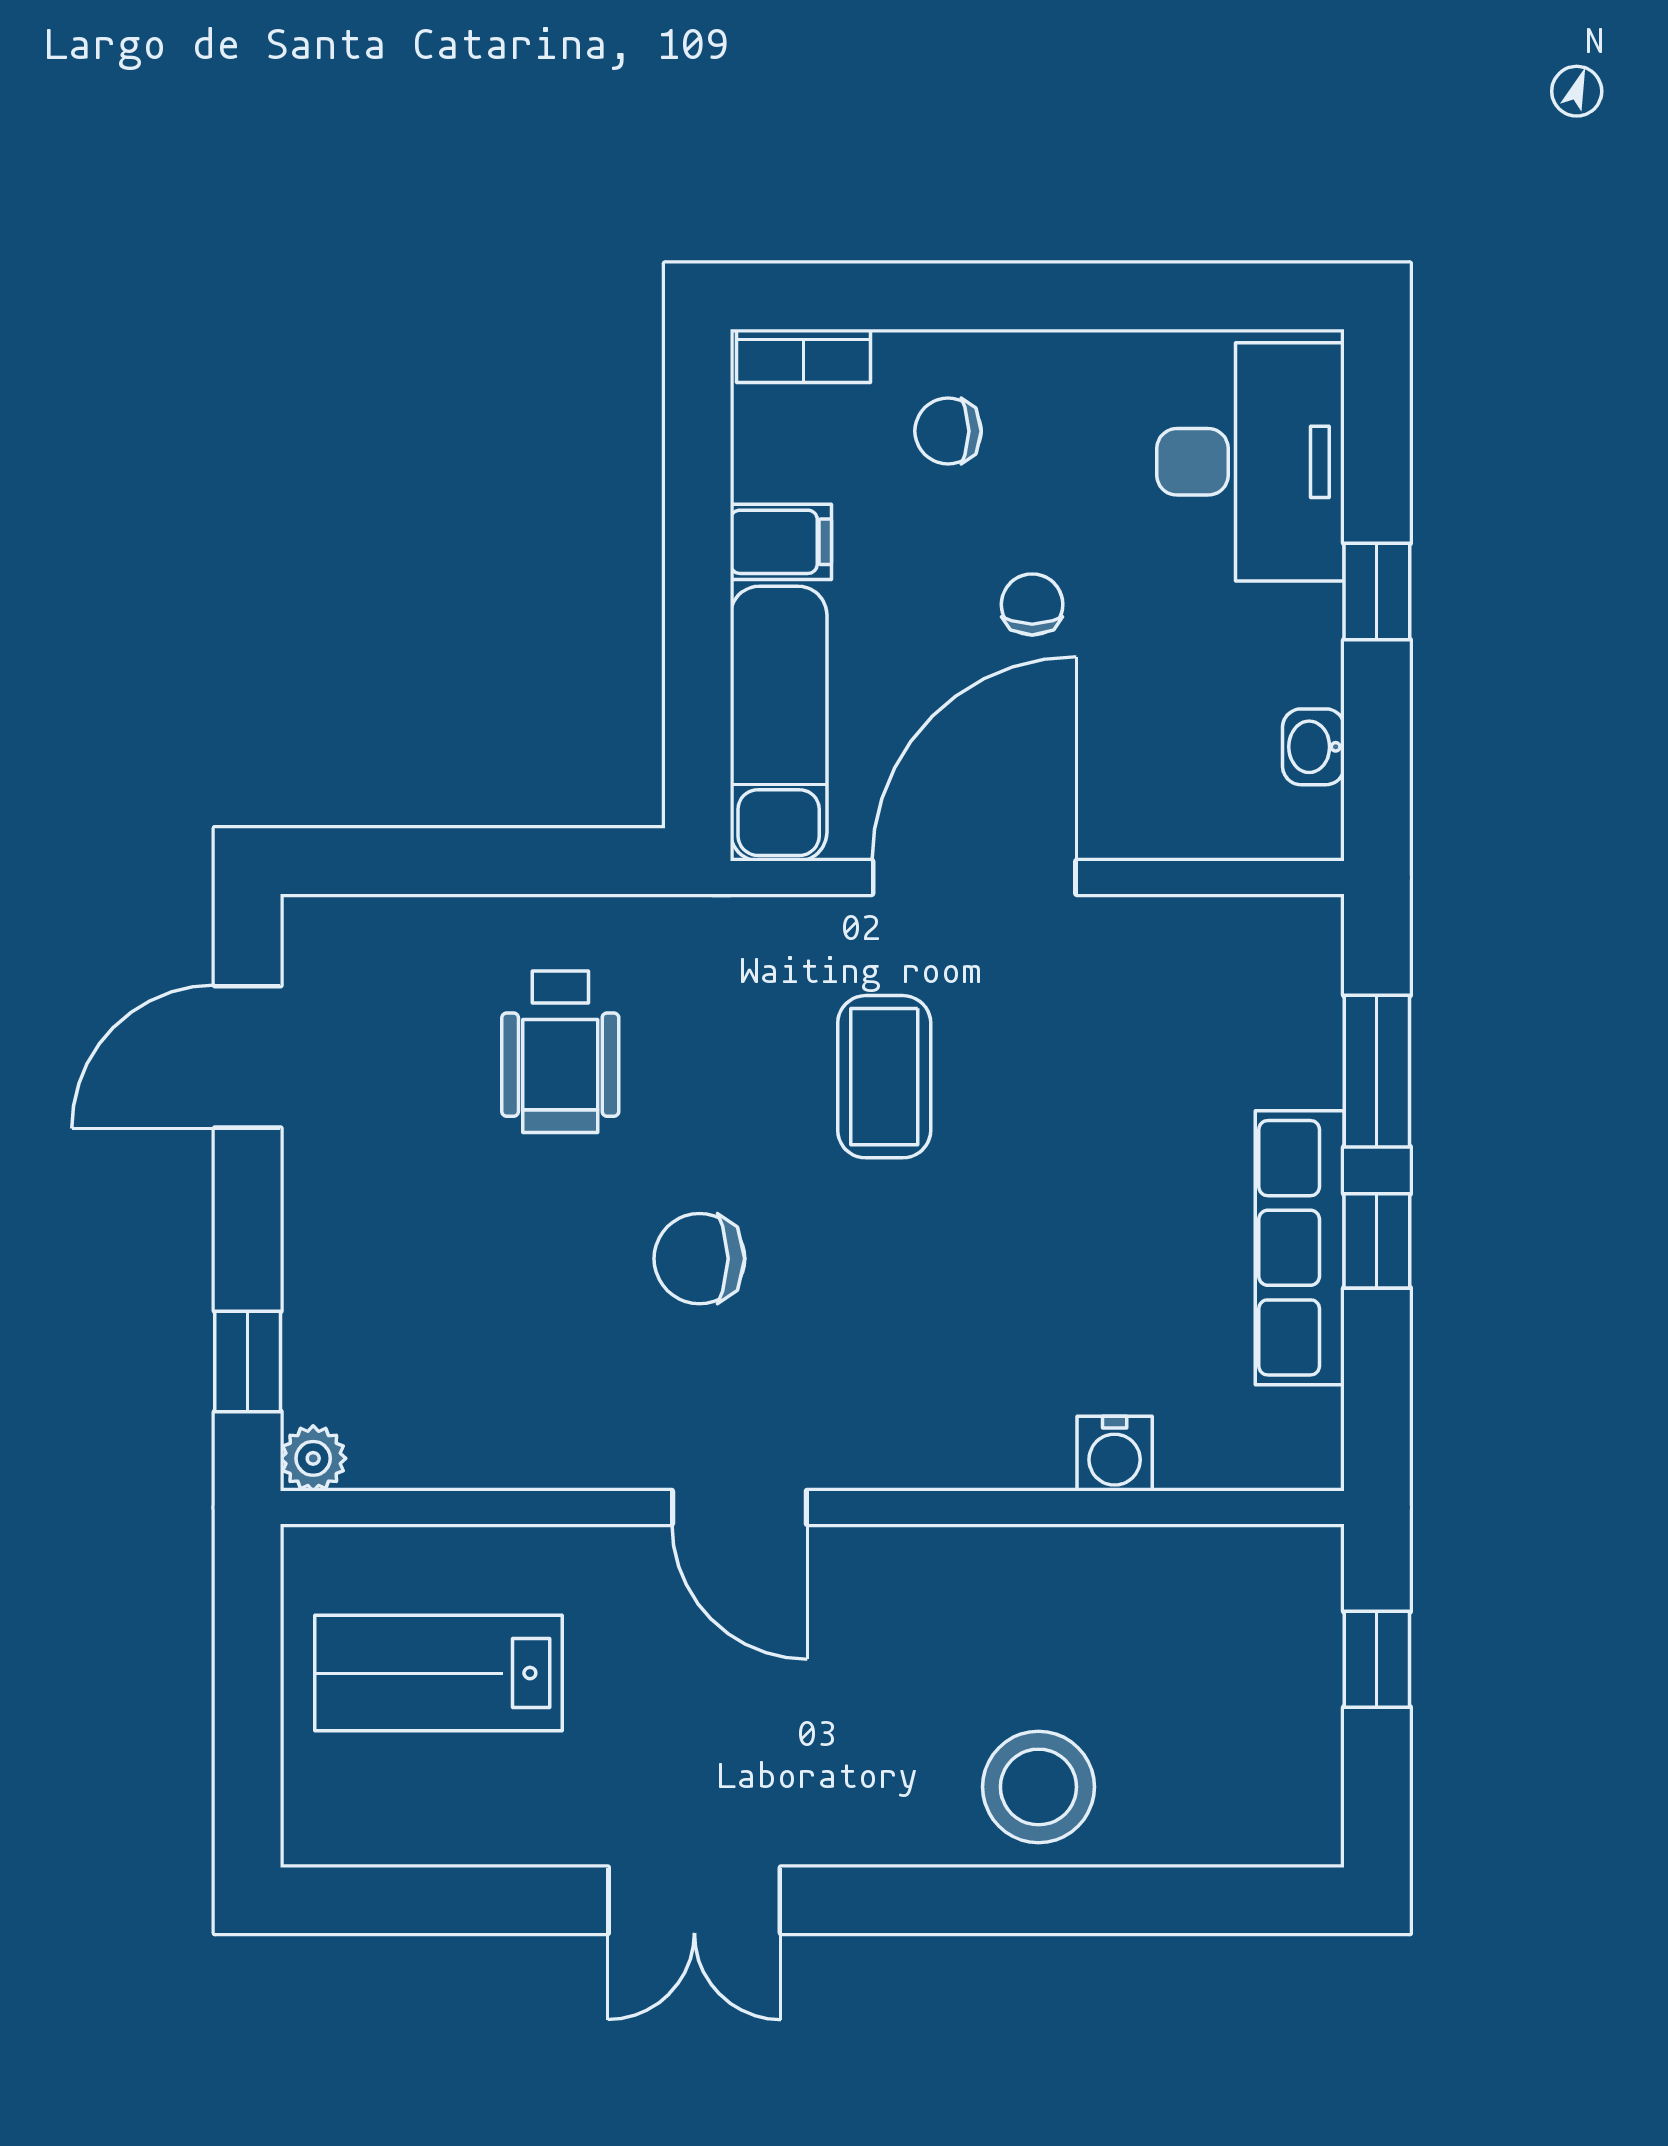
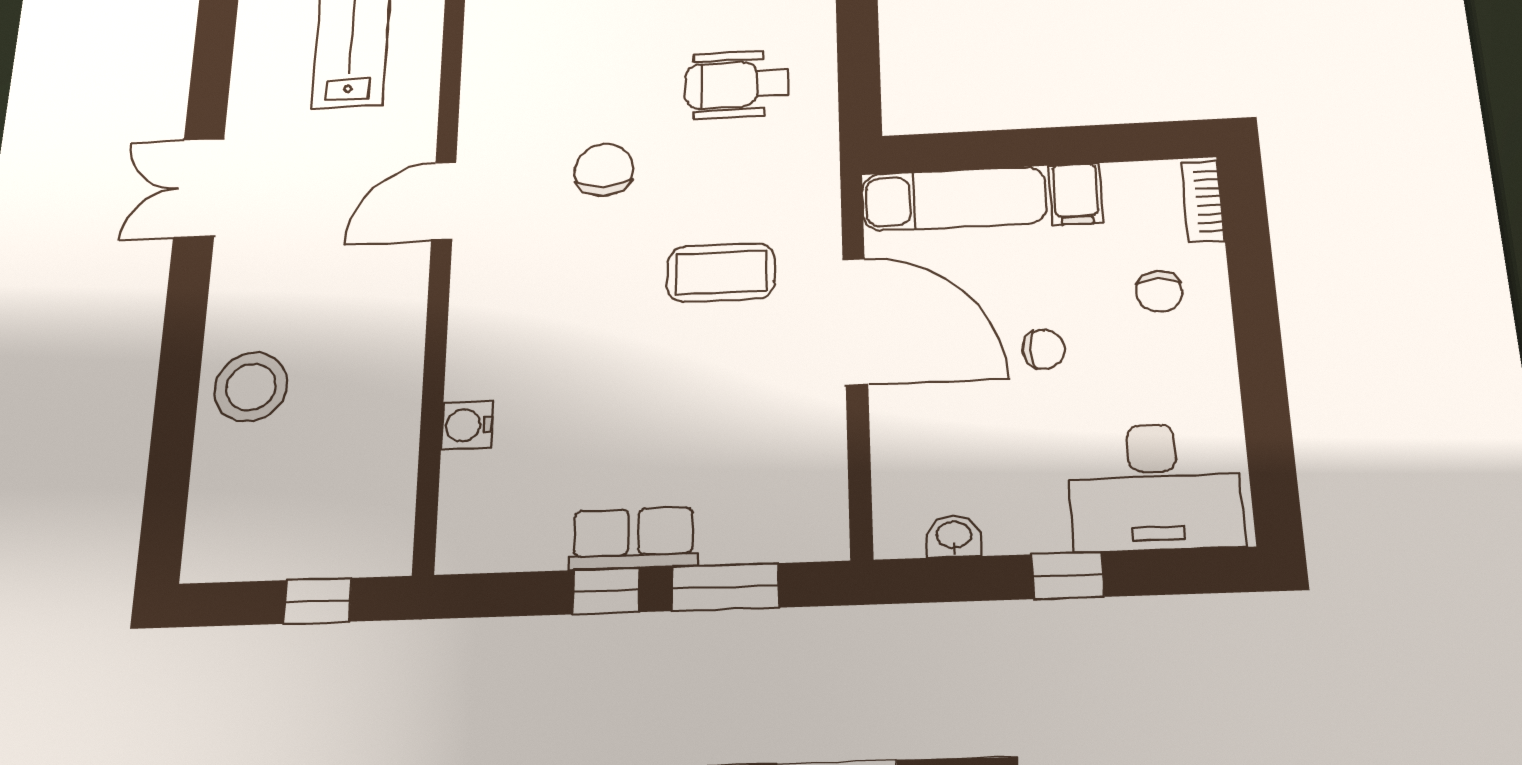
chair: (948, 431) -> (1159, 292), turned 180
row of seats: (1300, 1248) -> (633, 538), width x0.68

